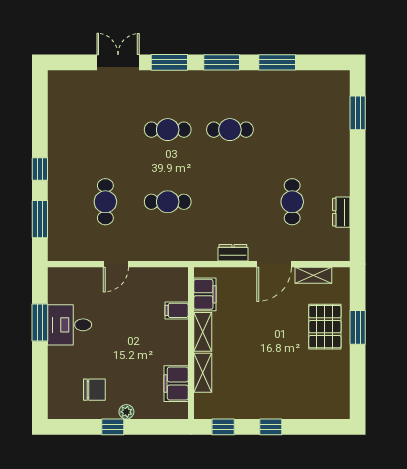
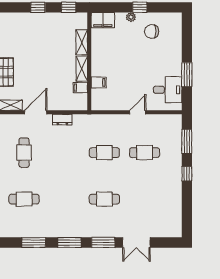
cafe table: (230, 130) -> (24, 199), moved
cafe table: (105, 202) -> (145, 153), turned 90
filing cabinet: (205, 294) -> (80, 88), width x0.50
desk: (70, 325) -> (168, 90), moved
filing cabinet: (176, 384) -> (103, 20), moved, turned 90

